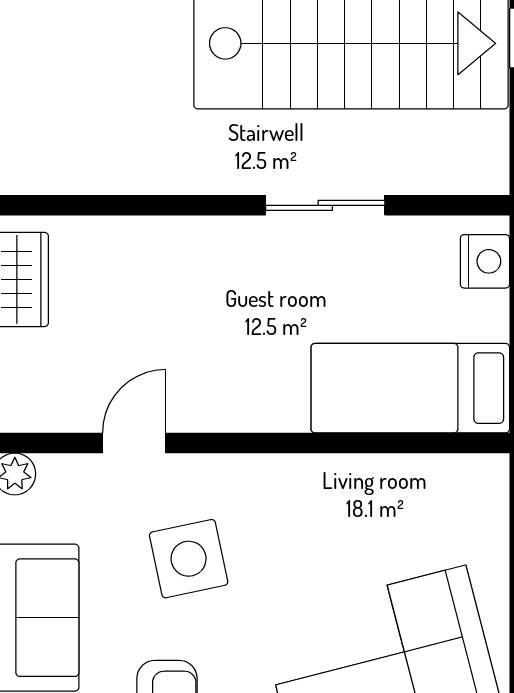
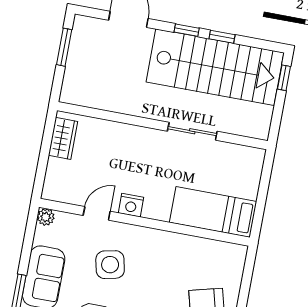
nightstand: (485, 261) -> (131, 205), moved, turned 90

